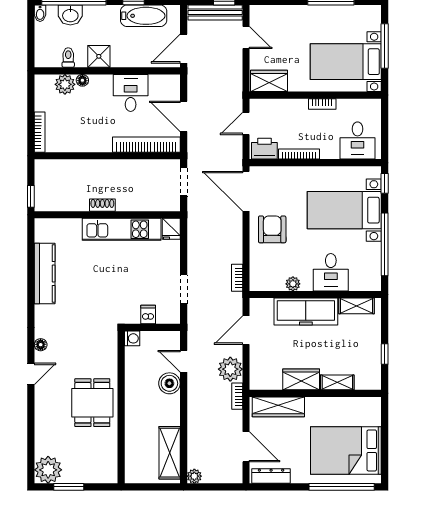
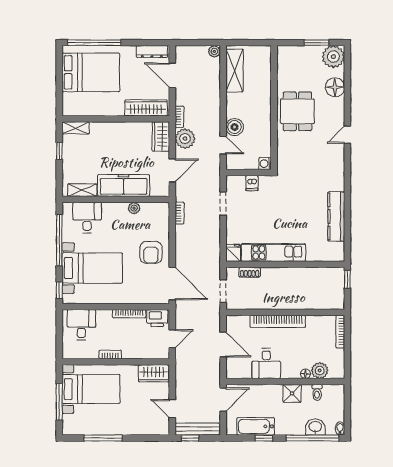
bookcase: (146, 145) -> (278, 321), moved
shoe rack: (102, 205) -> (250, 272), moved
desk: (331, 272) -> (87, 218), moved
floor lamp: (41, 345) -> (335, 87), moved, width x1.89, depth x1.89
wardrobe: (301, 379) -> (161, 137), moved, turned 90
shelving: (337, 382) -> (76, 128), moved

